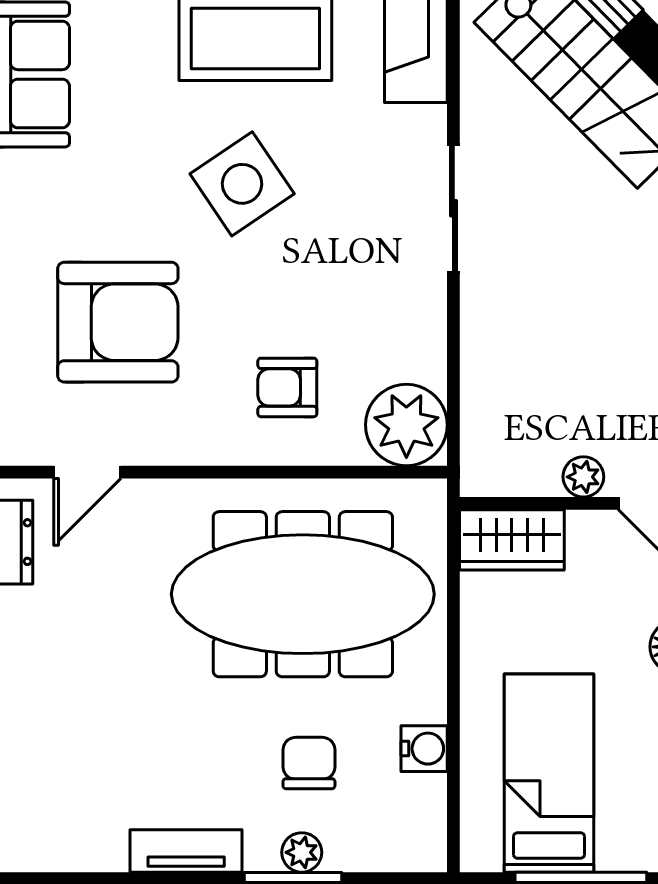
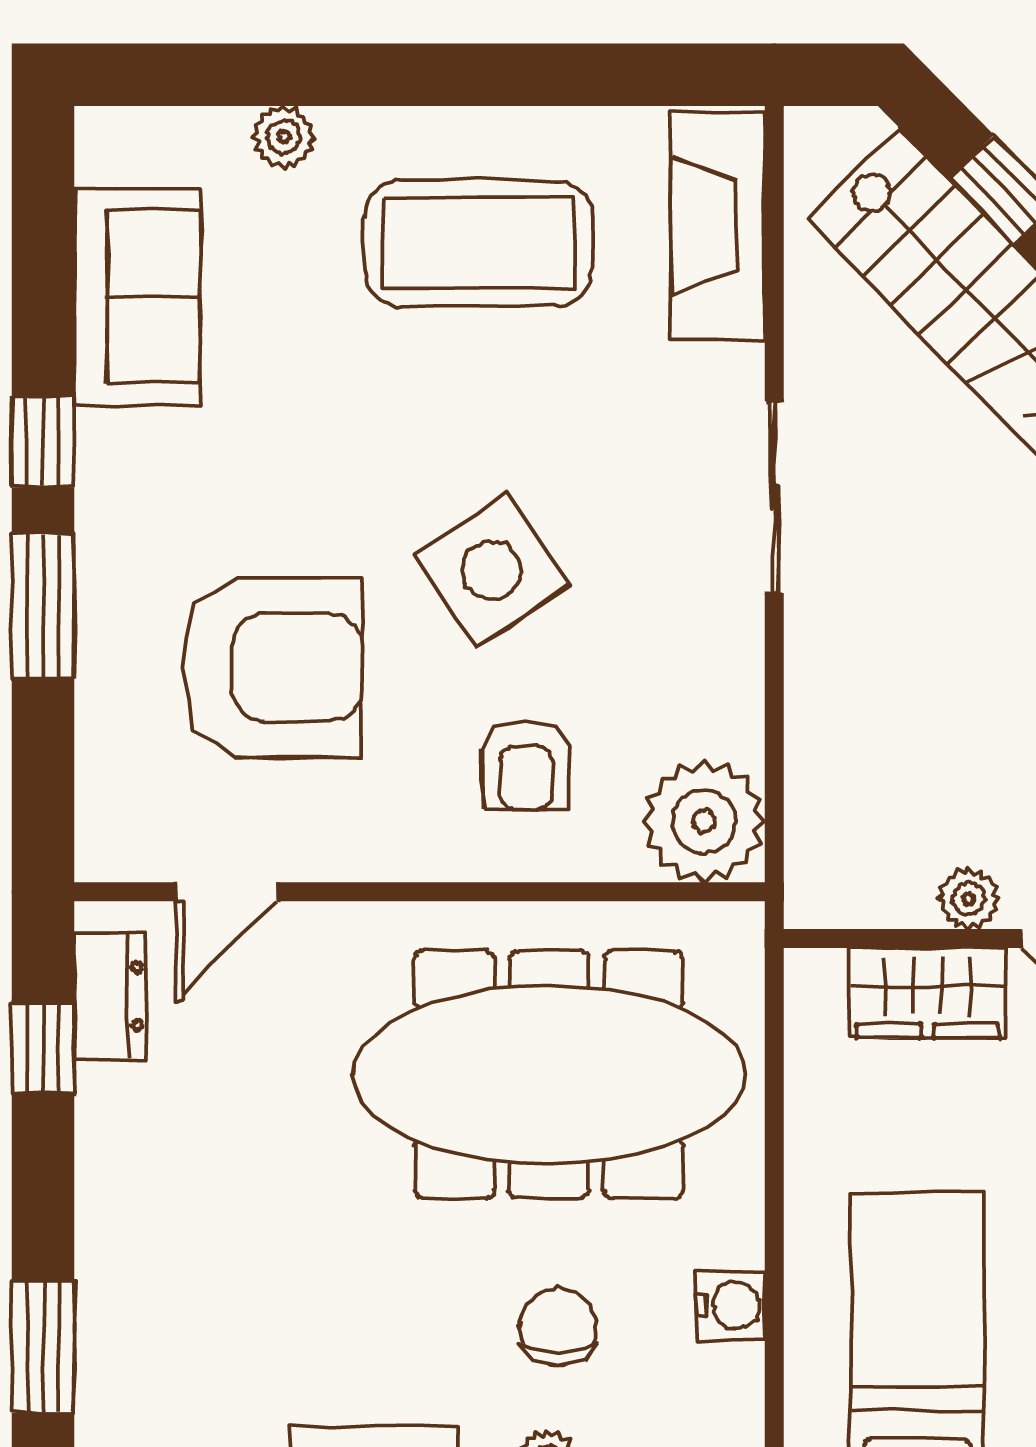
side table: (242, 184) -> (492, 570), moved
armchair: (287, 387) -> (526, 765), turned -91
wardrobe: (512, 540) -> (927, 993), moved

